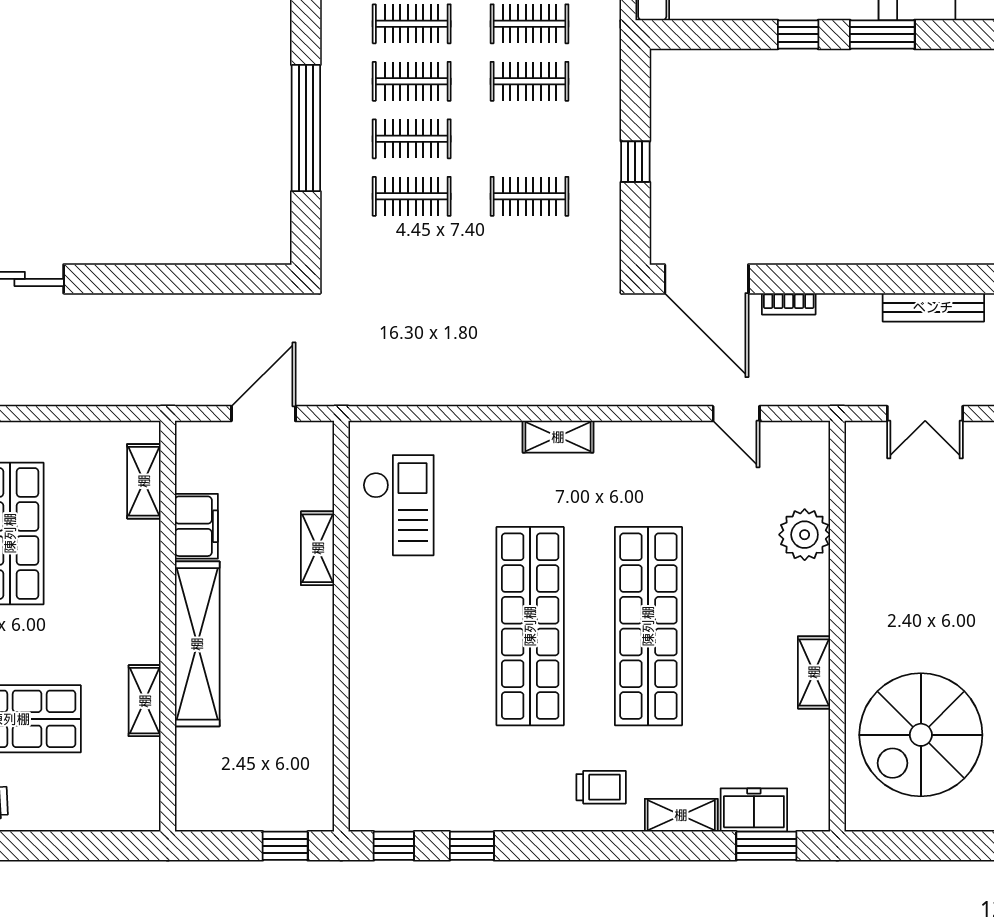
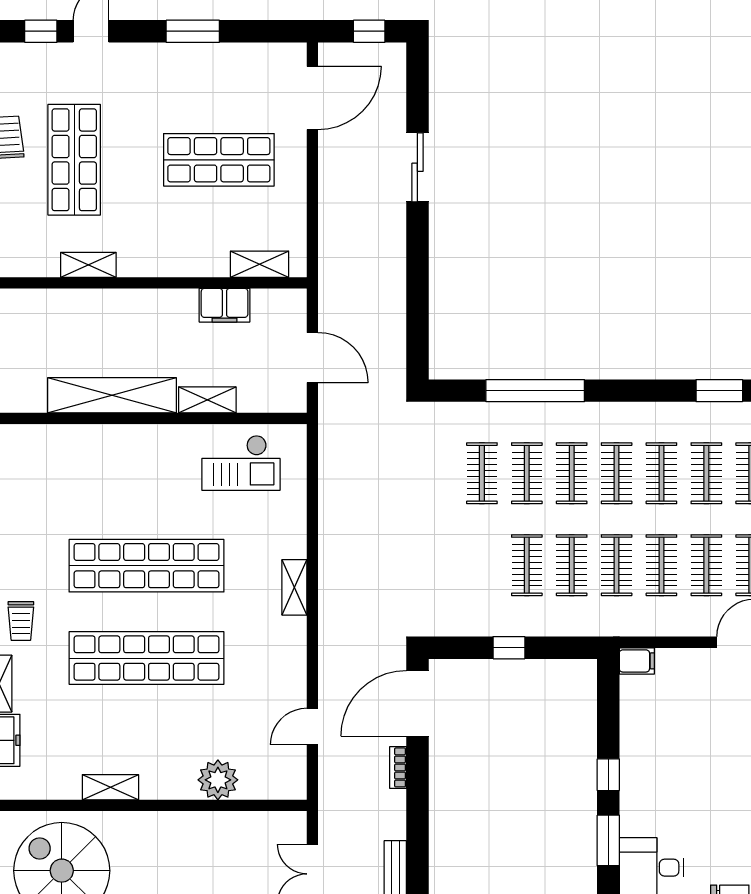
clothes rail: (530, 196) -> (527, 565), moved
shelving: (197, 644) -> (112, 395), moved

